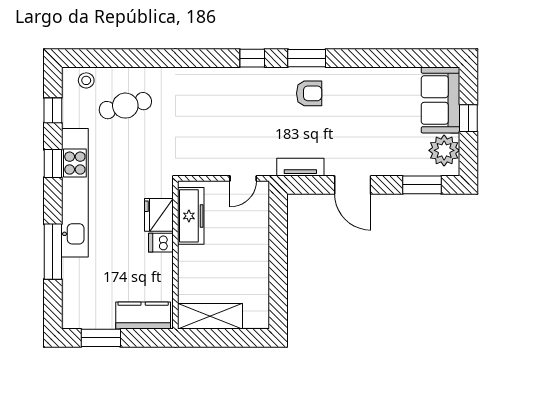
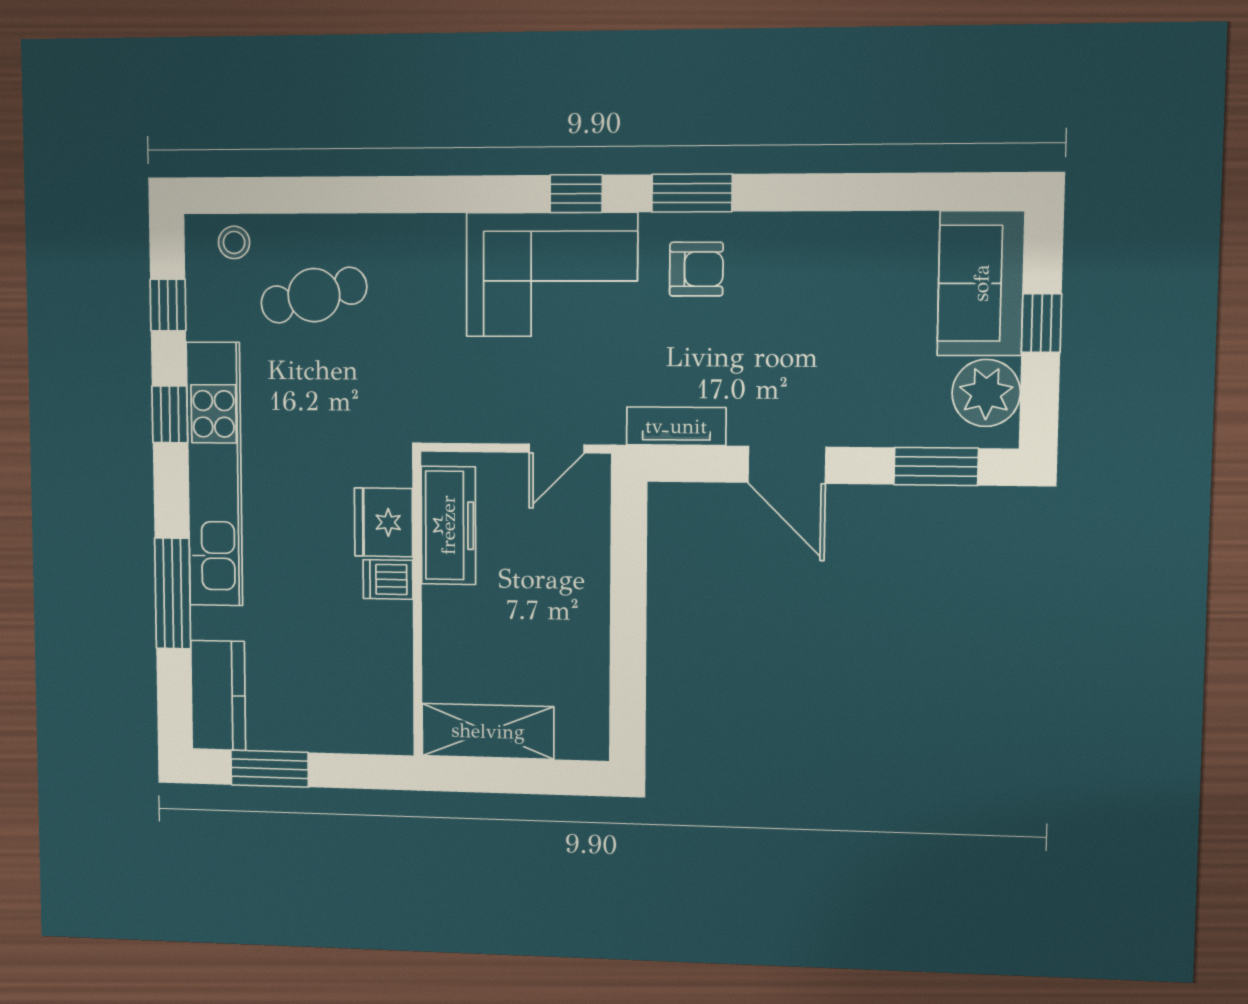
corner sofa: (241, 96) -> (552, 275), added
kitchen counter: (143, 316) -> (218, 695), moved, turned 90

